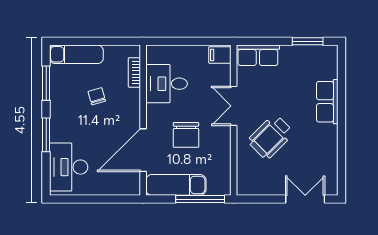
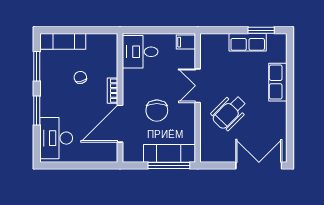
row of seats: (258, 55) -> (248, 42), moved
bookcase: (134, 72) -> (113, 91), moved
desk: (166, 84) -> (140, 52), moved
exam couch: (176, 185) -> (170, 153), moved
double door: (305, 199) -> (259, 166), width x1.37

